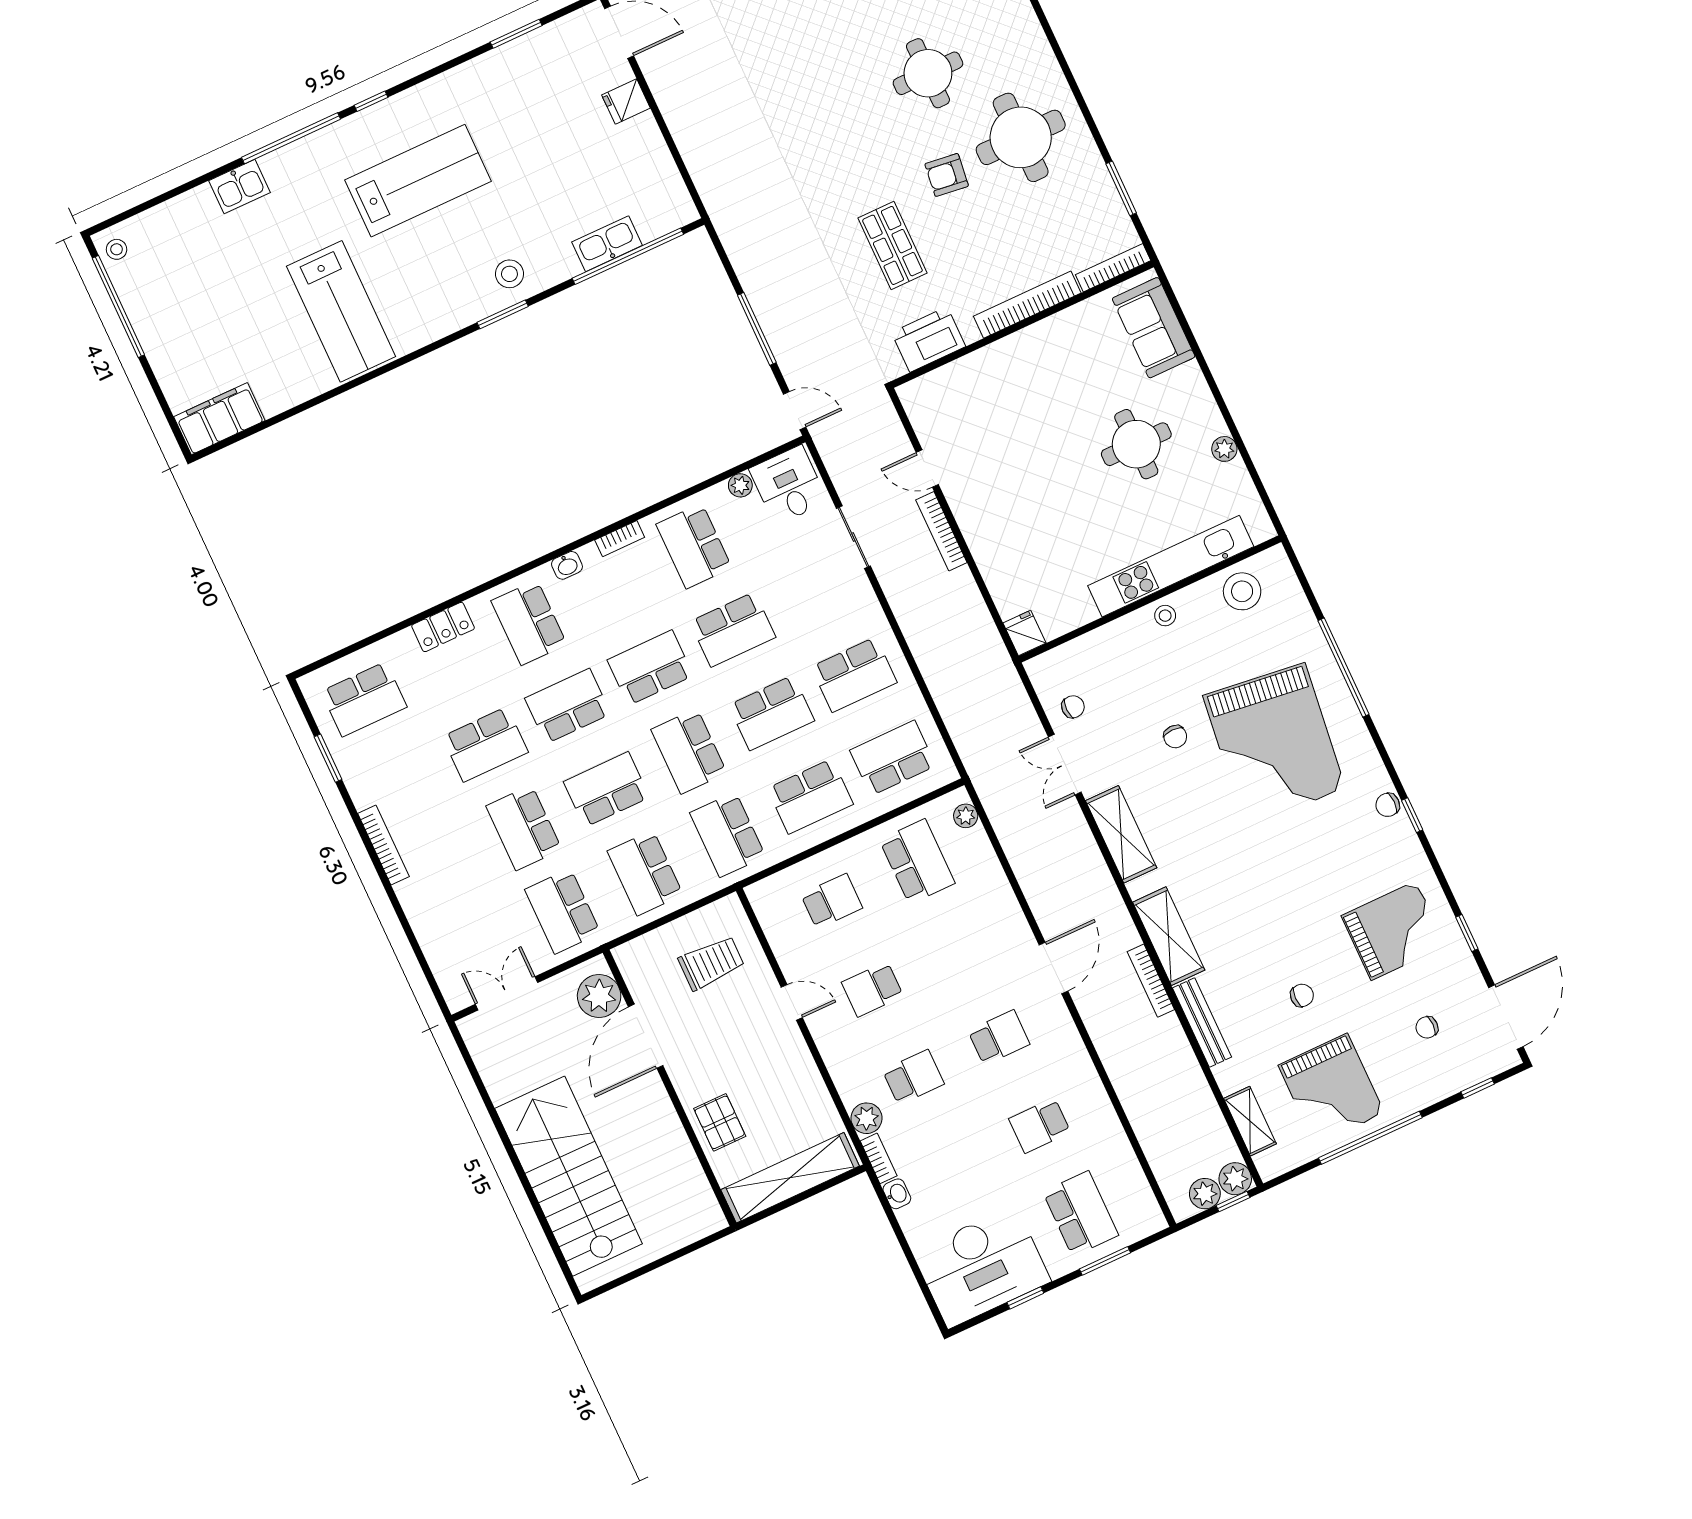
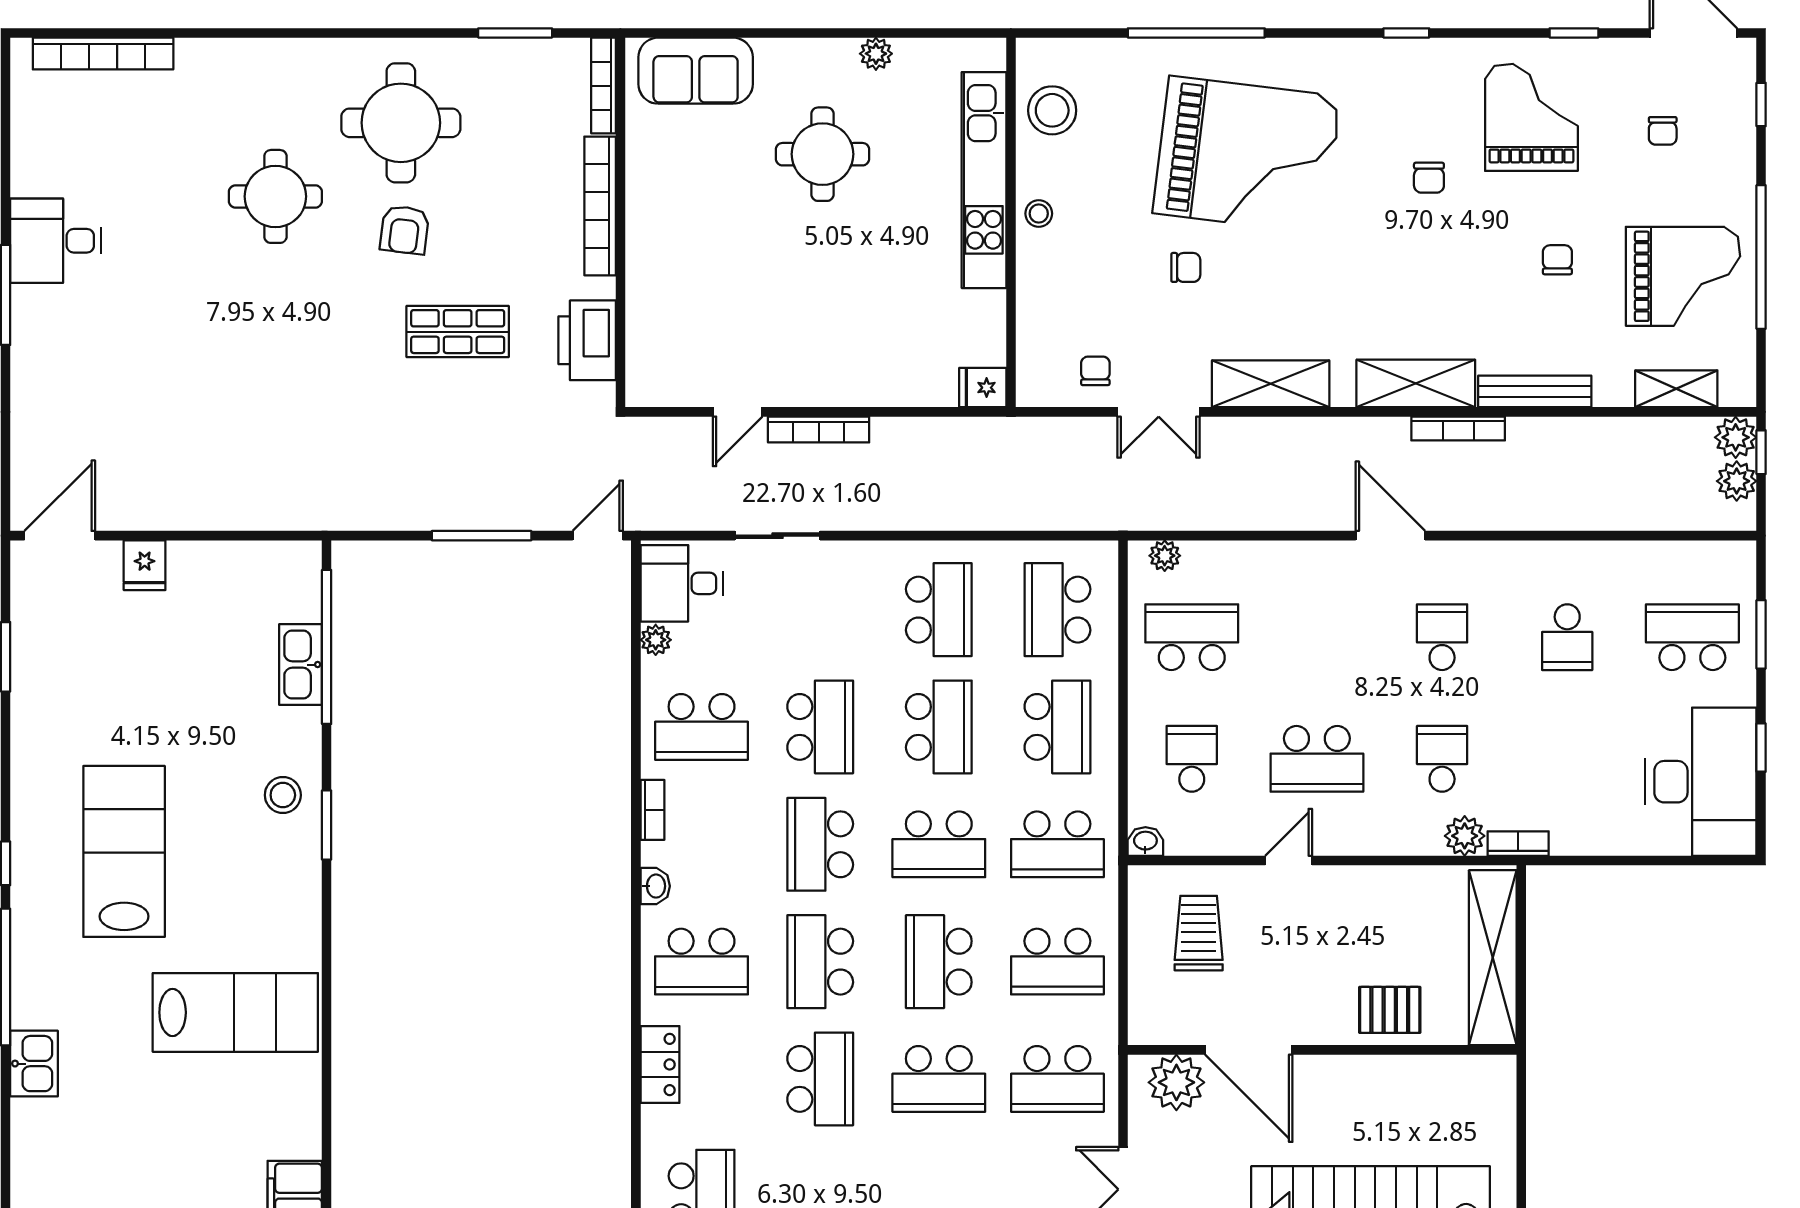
chair: (1388, 805) -> (1429, 178), moved
school desk: (872, 989) -> (1317, 759), width x1.85
washbasin: (897, 1194) -> (1145, 841), moved

